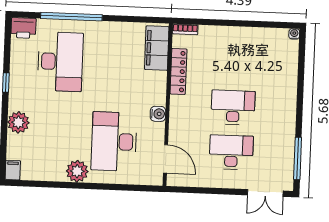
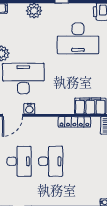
water cooler: (158, 114) -> (29, 109), moved

